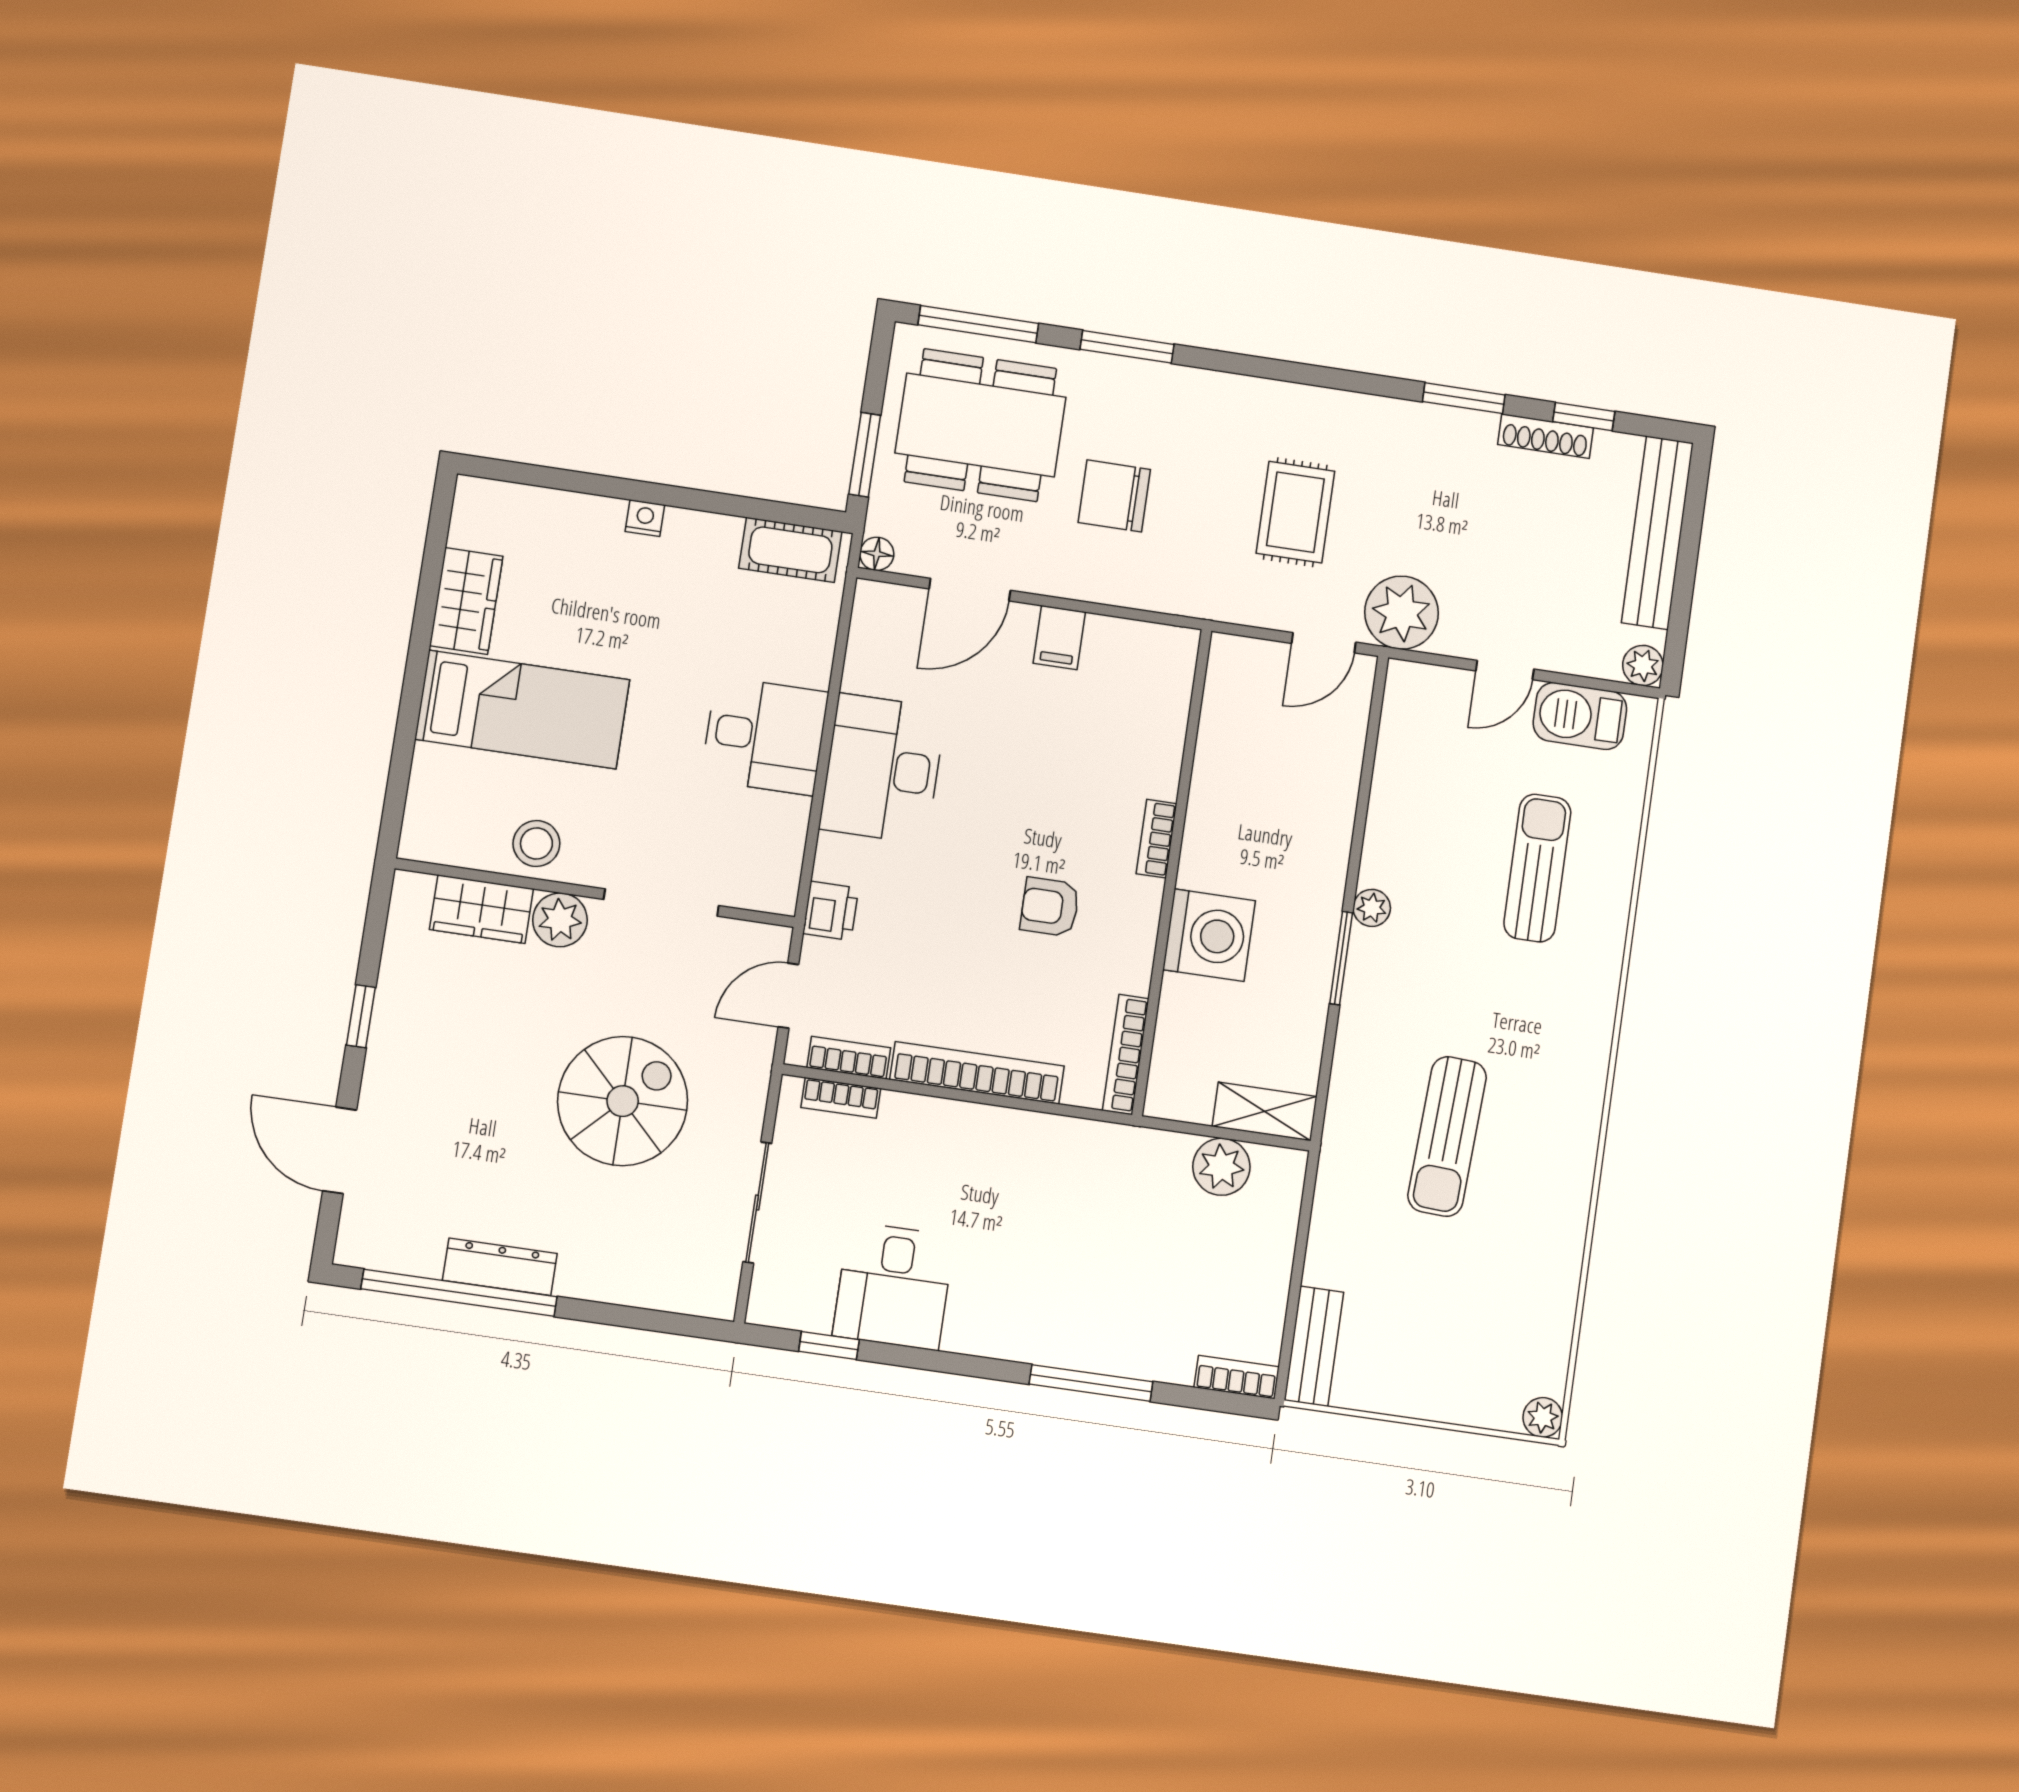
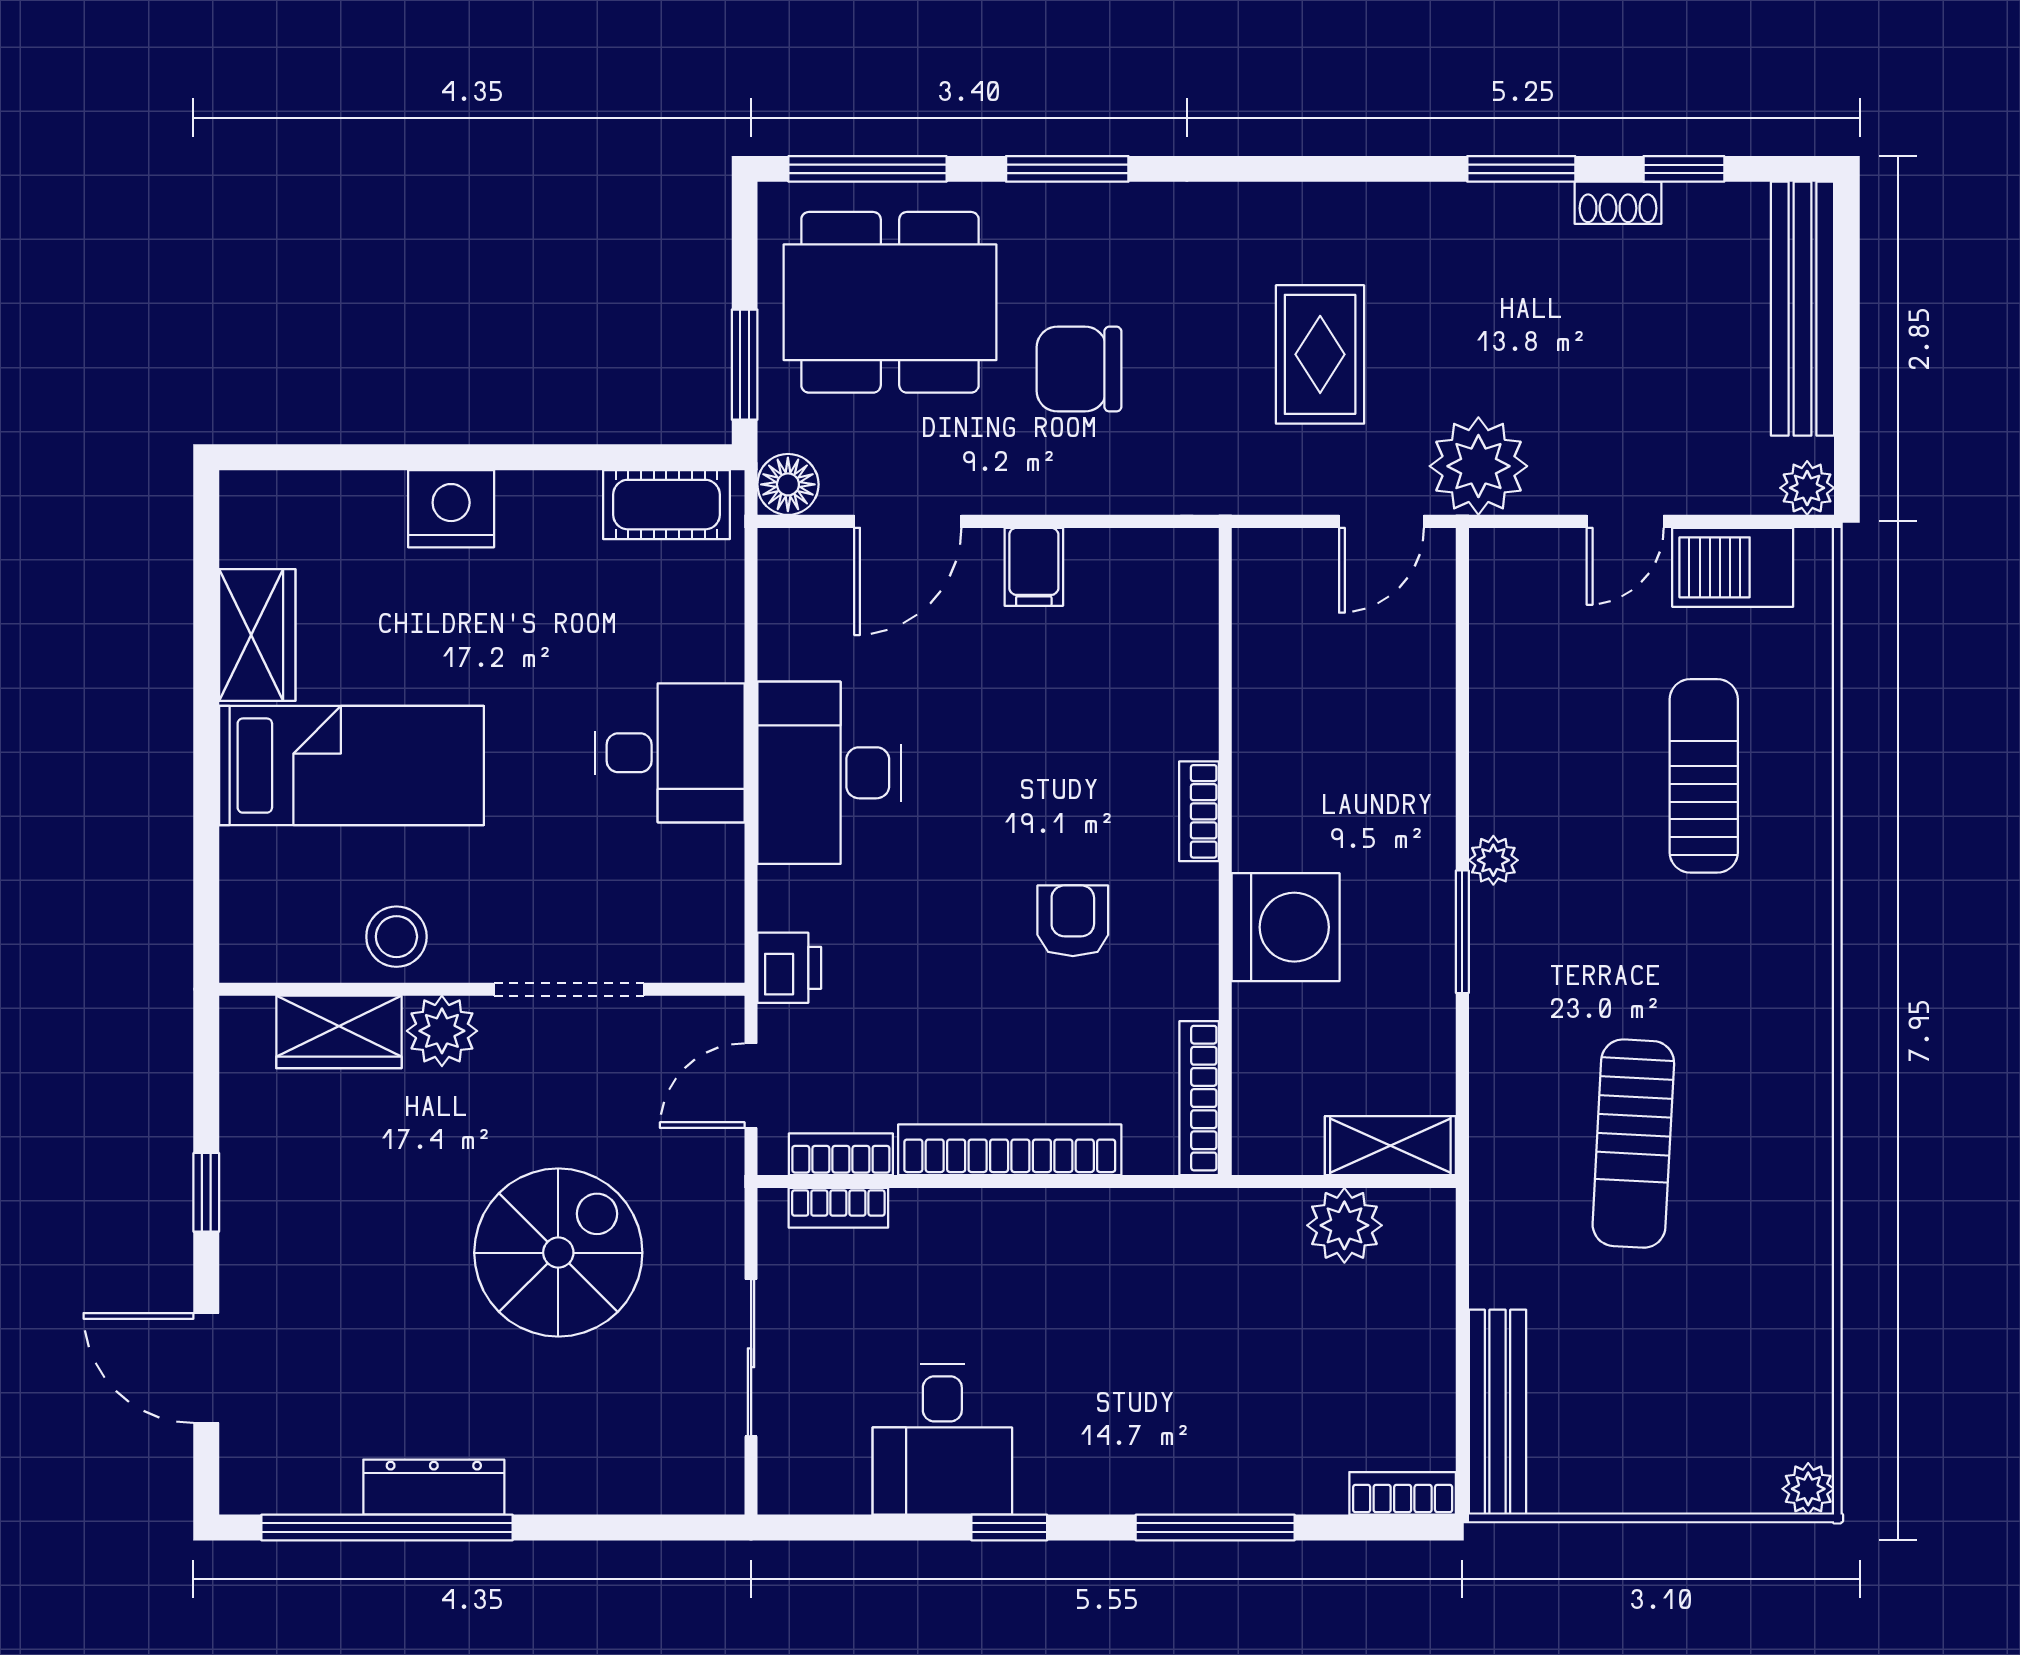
shoe rack: (1545, 436) -> (1618, 203), width x0.70
nightstand: (645, 518) -> (451, 509), width x1.89, depth x1.79
floor lamp: (877, 554) -> (788, 484), width x1.37, depth x1.37
armchair: (1050, 907) -> (1073, 921), turned 90
window: (829, 1346) -> (1009, 1528), moved
bench: (1314, 1346) -> (1497, 1412), width x1.36

